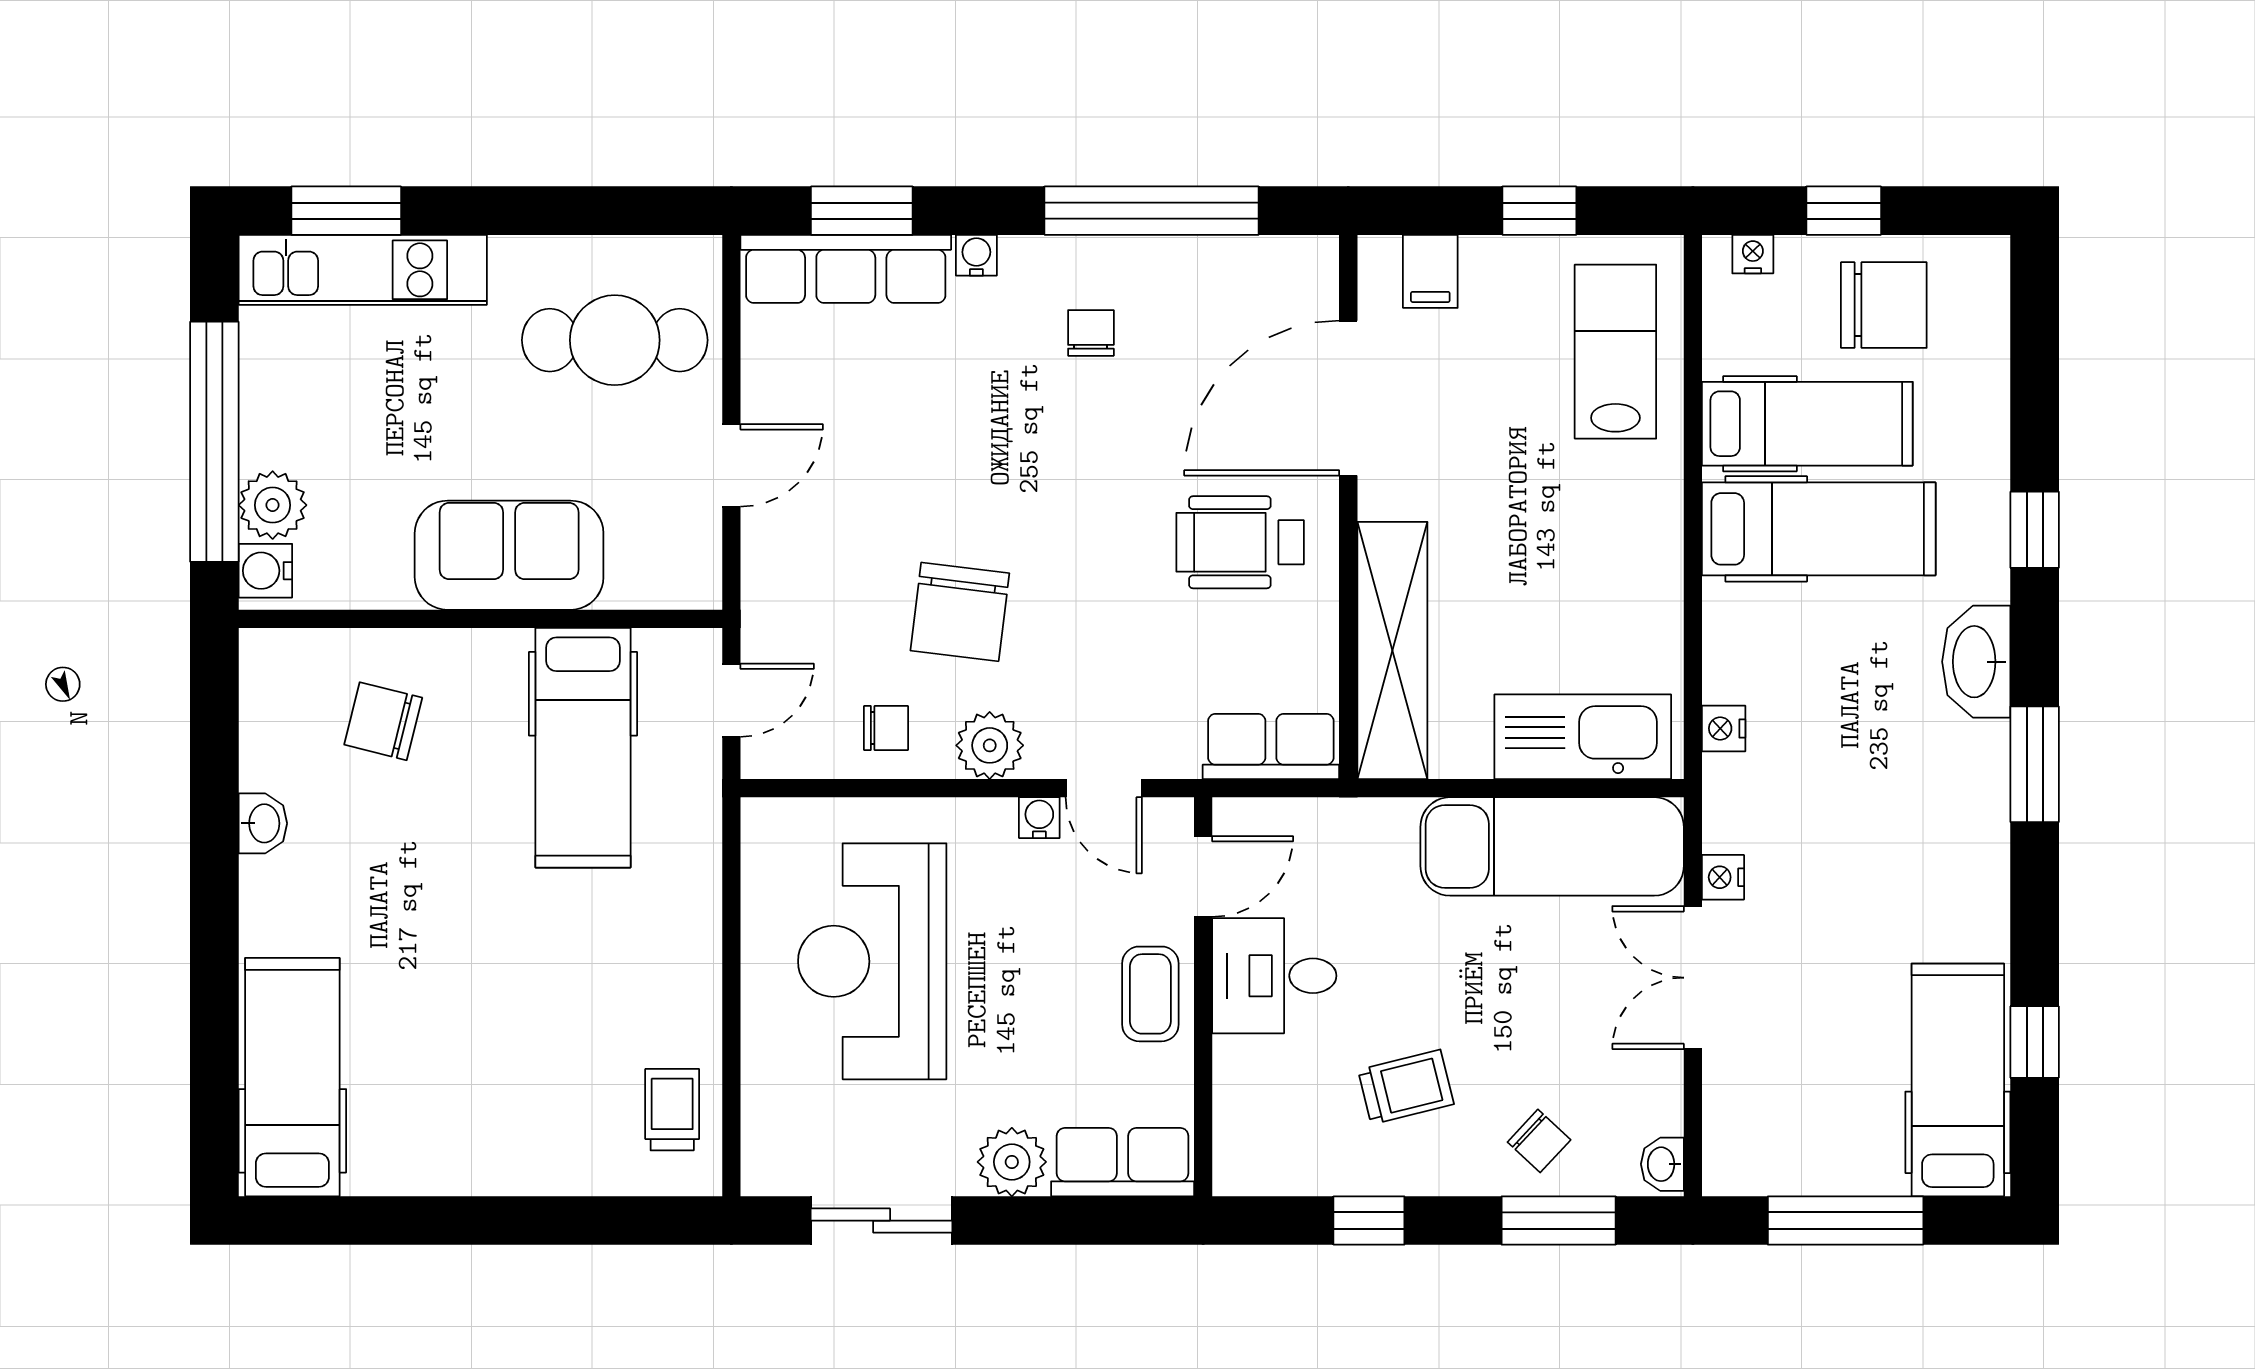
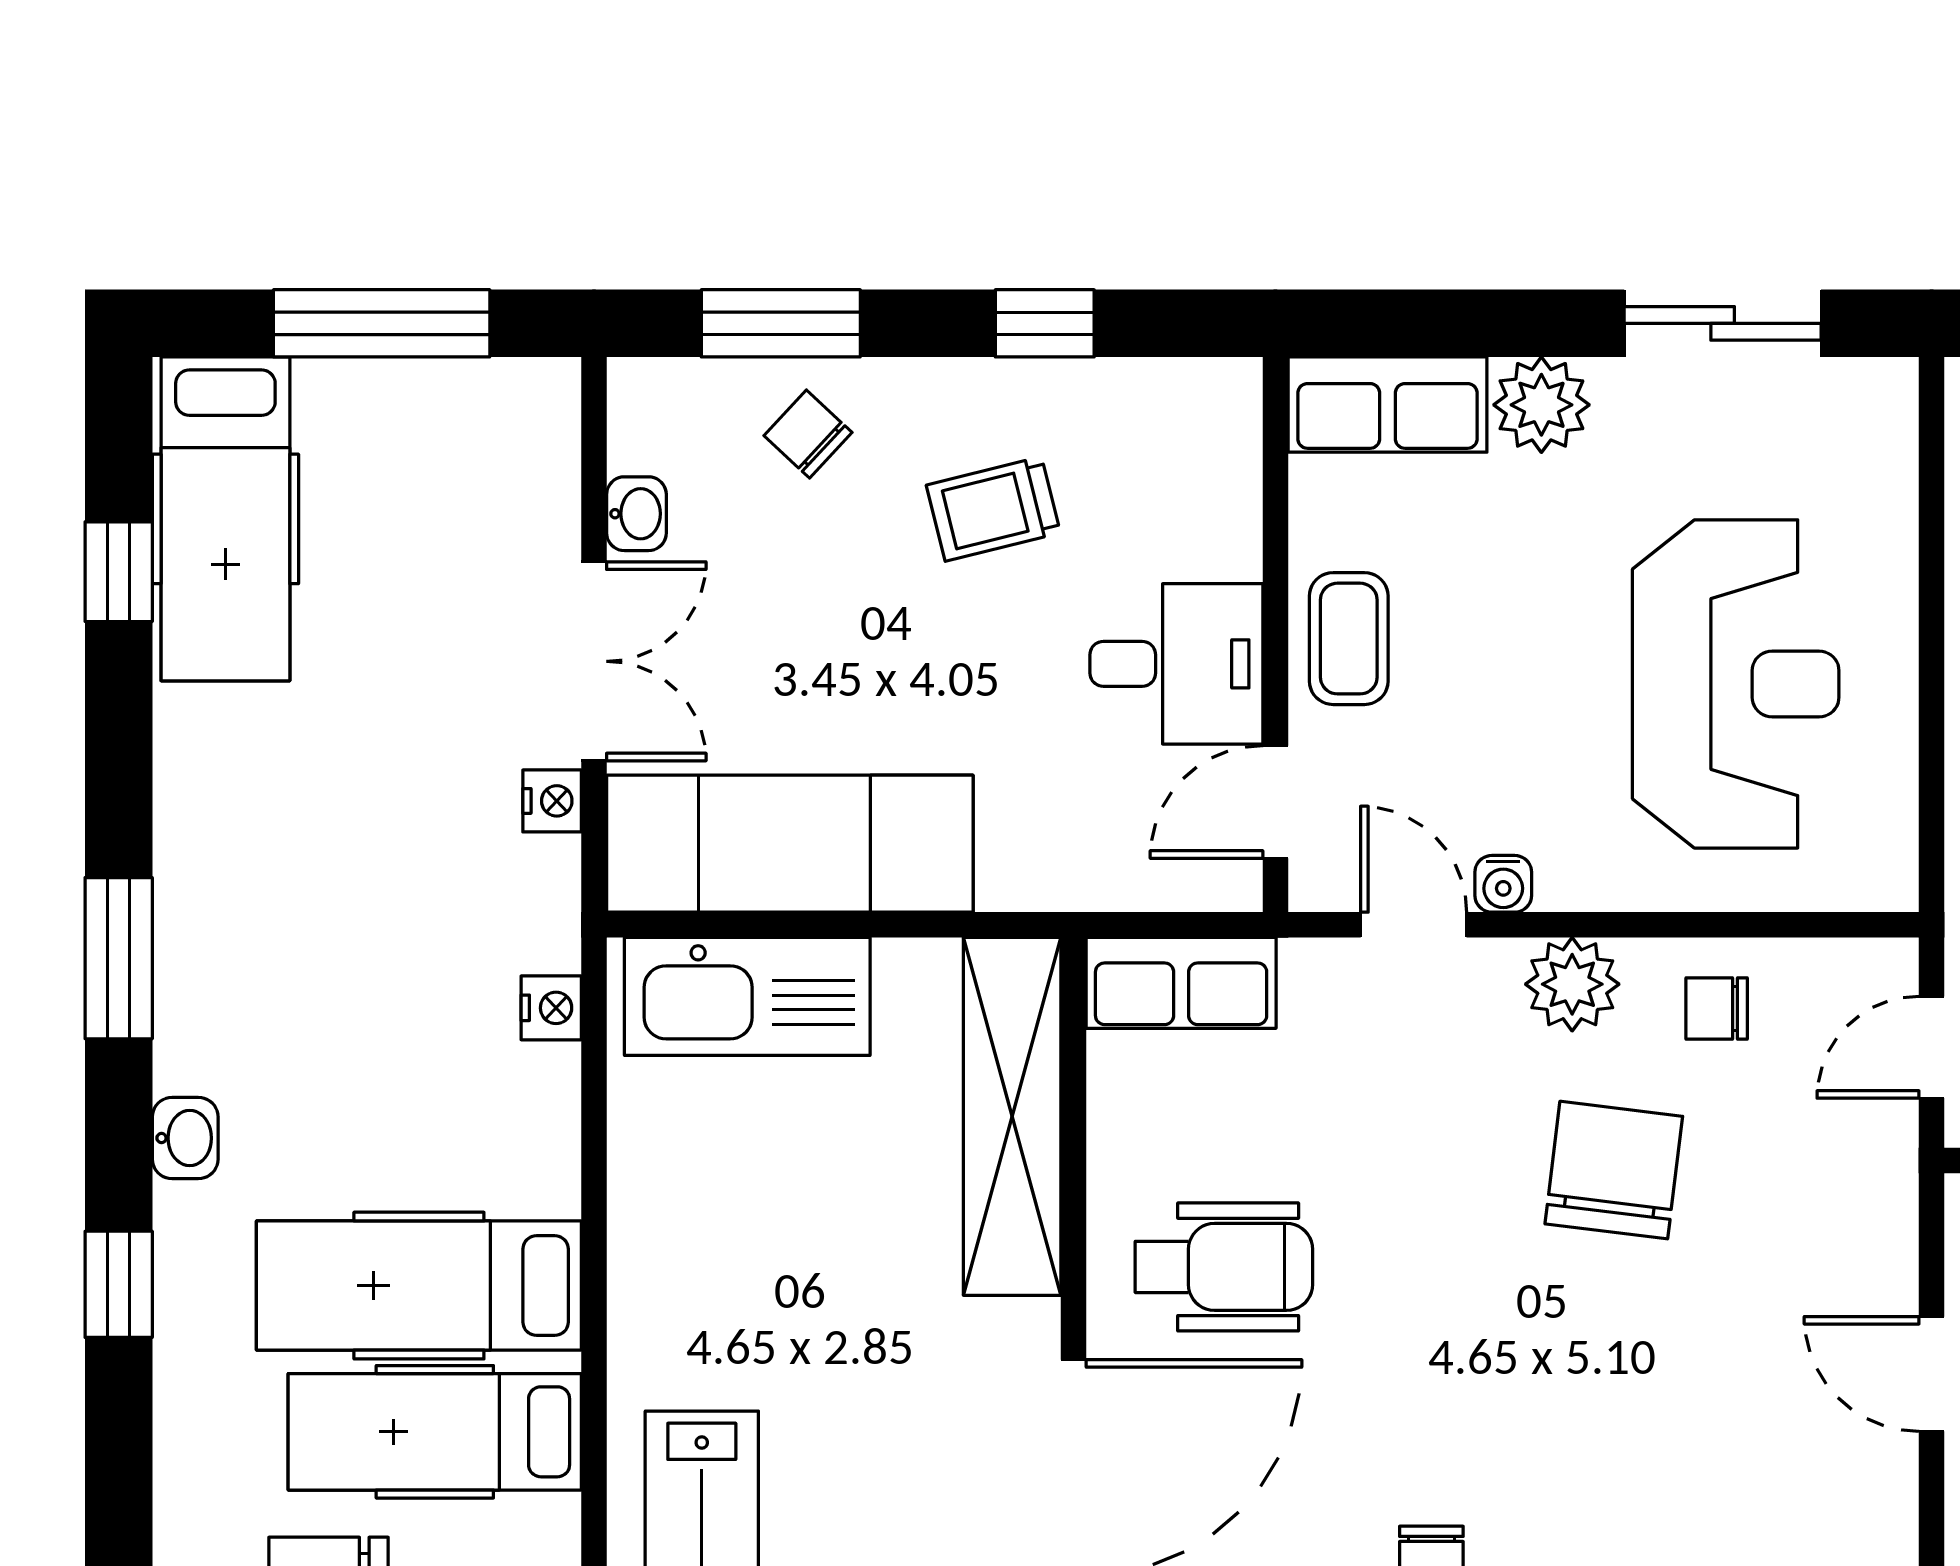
door: (731, 465) -> (1932, 1374), hinge flipped
washbasin: (1976, 662) -> (185, 1138), width x0.52, depth x0.69
washbasin: (1662, 1164) -> (636, 514), moved

